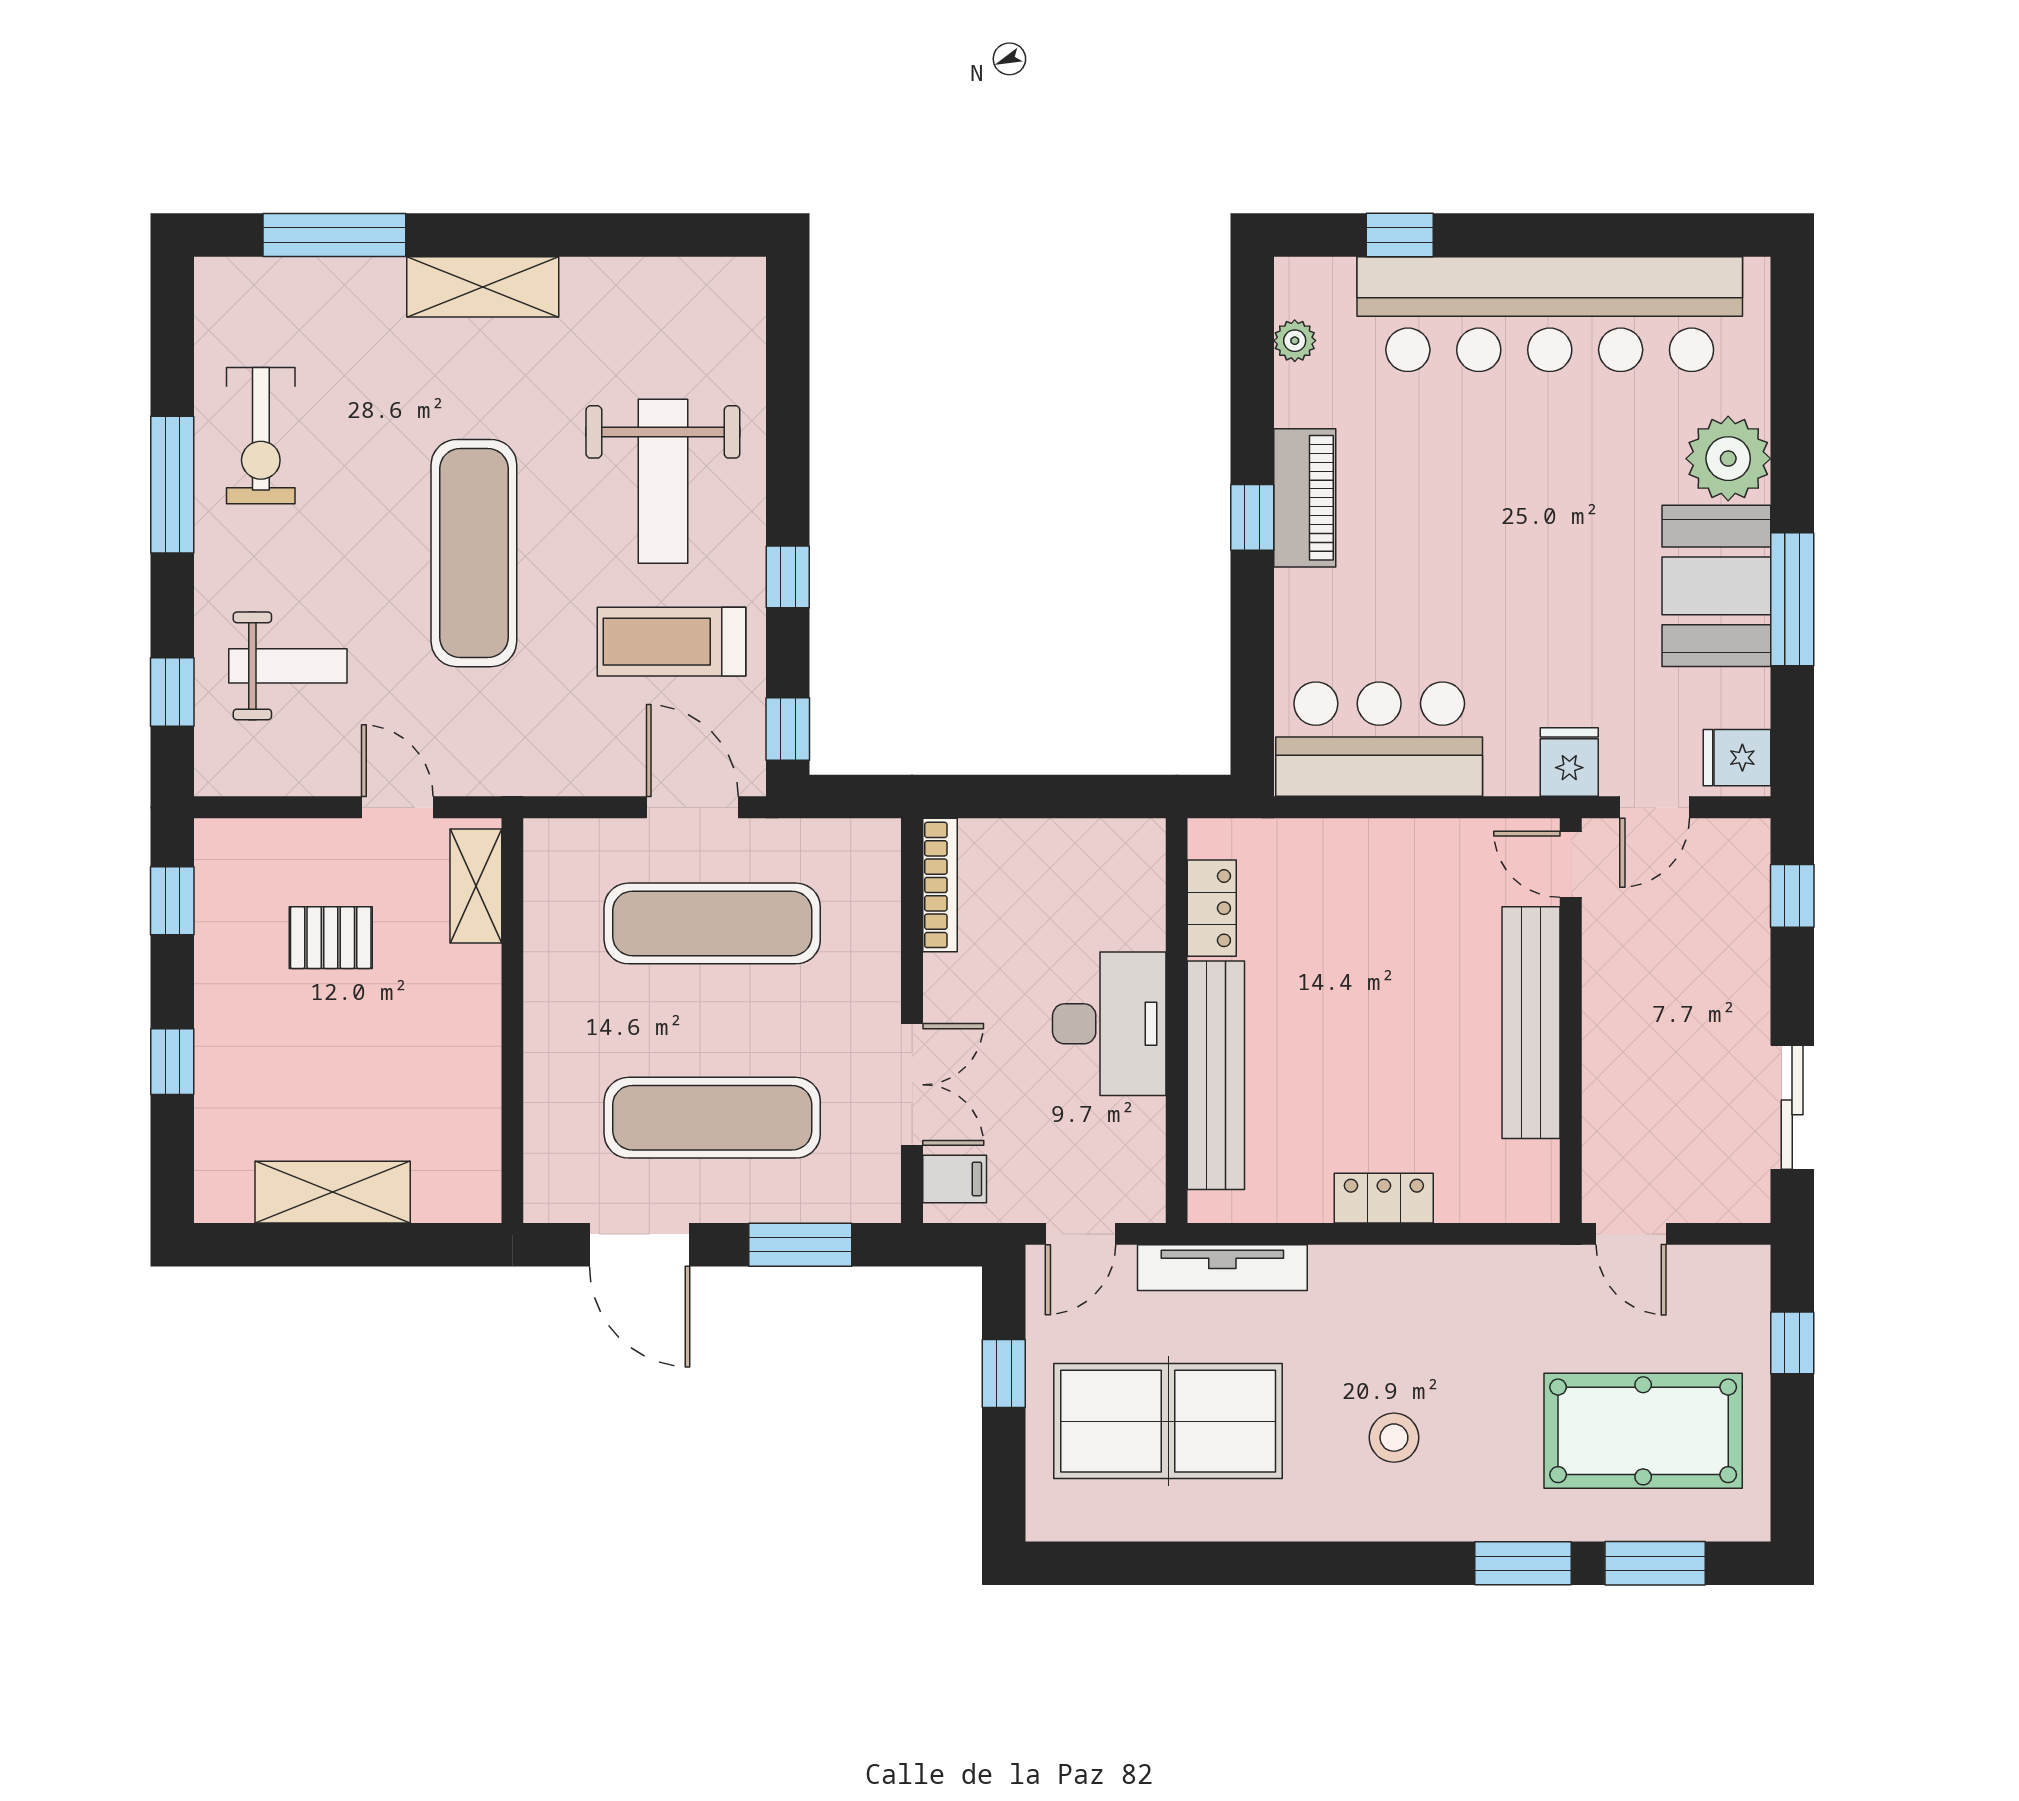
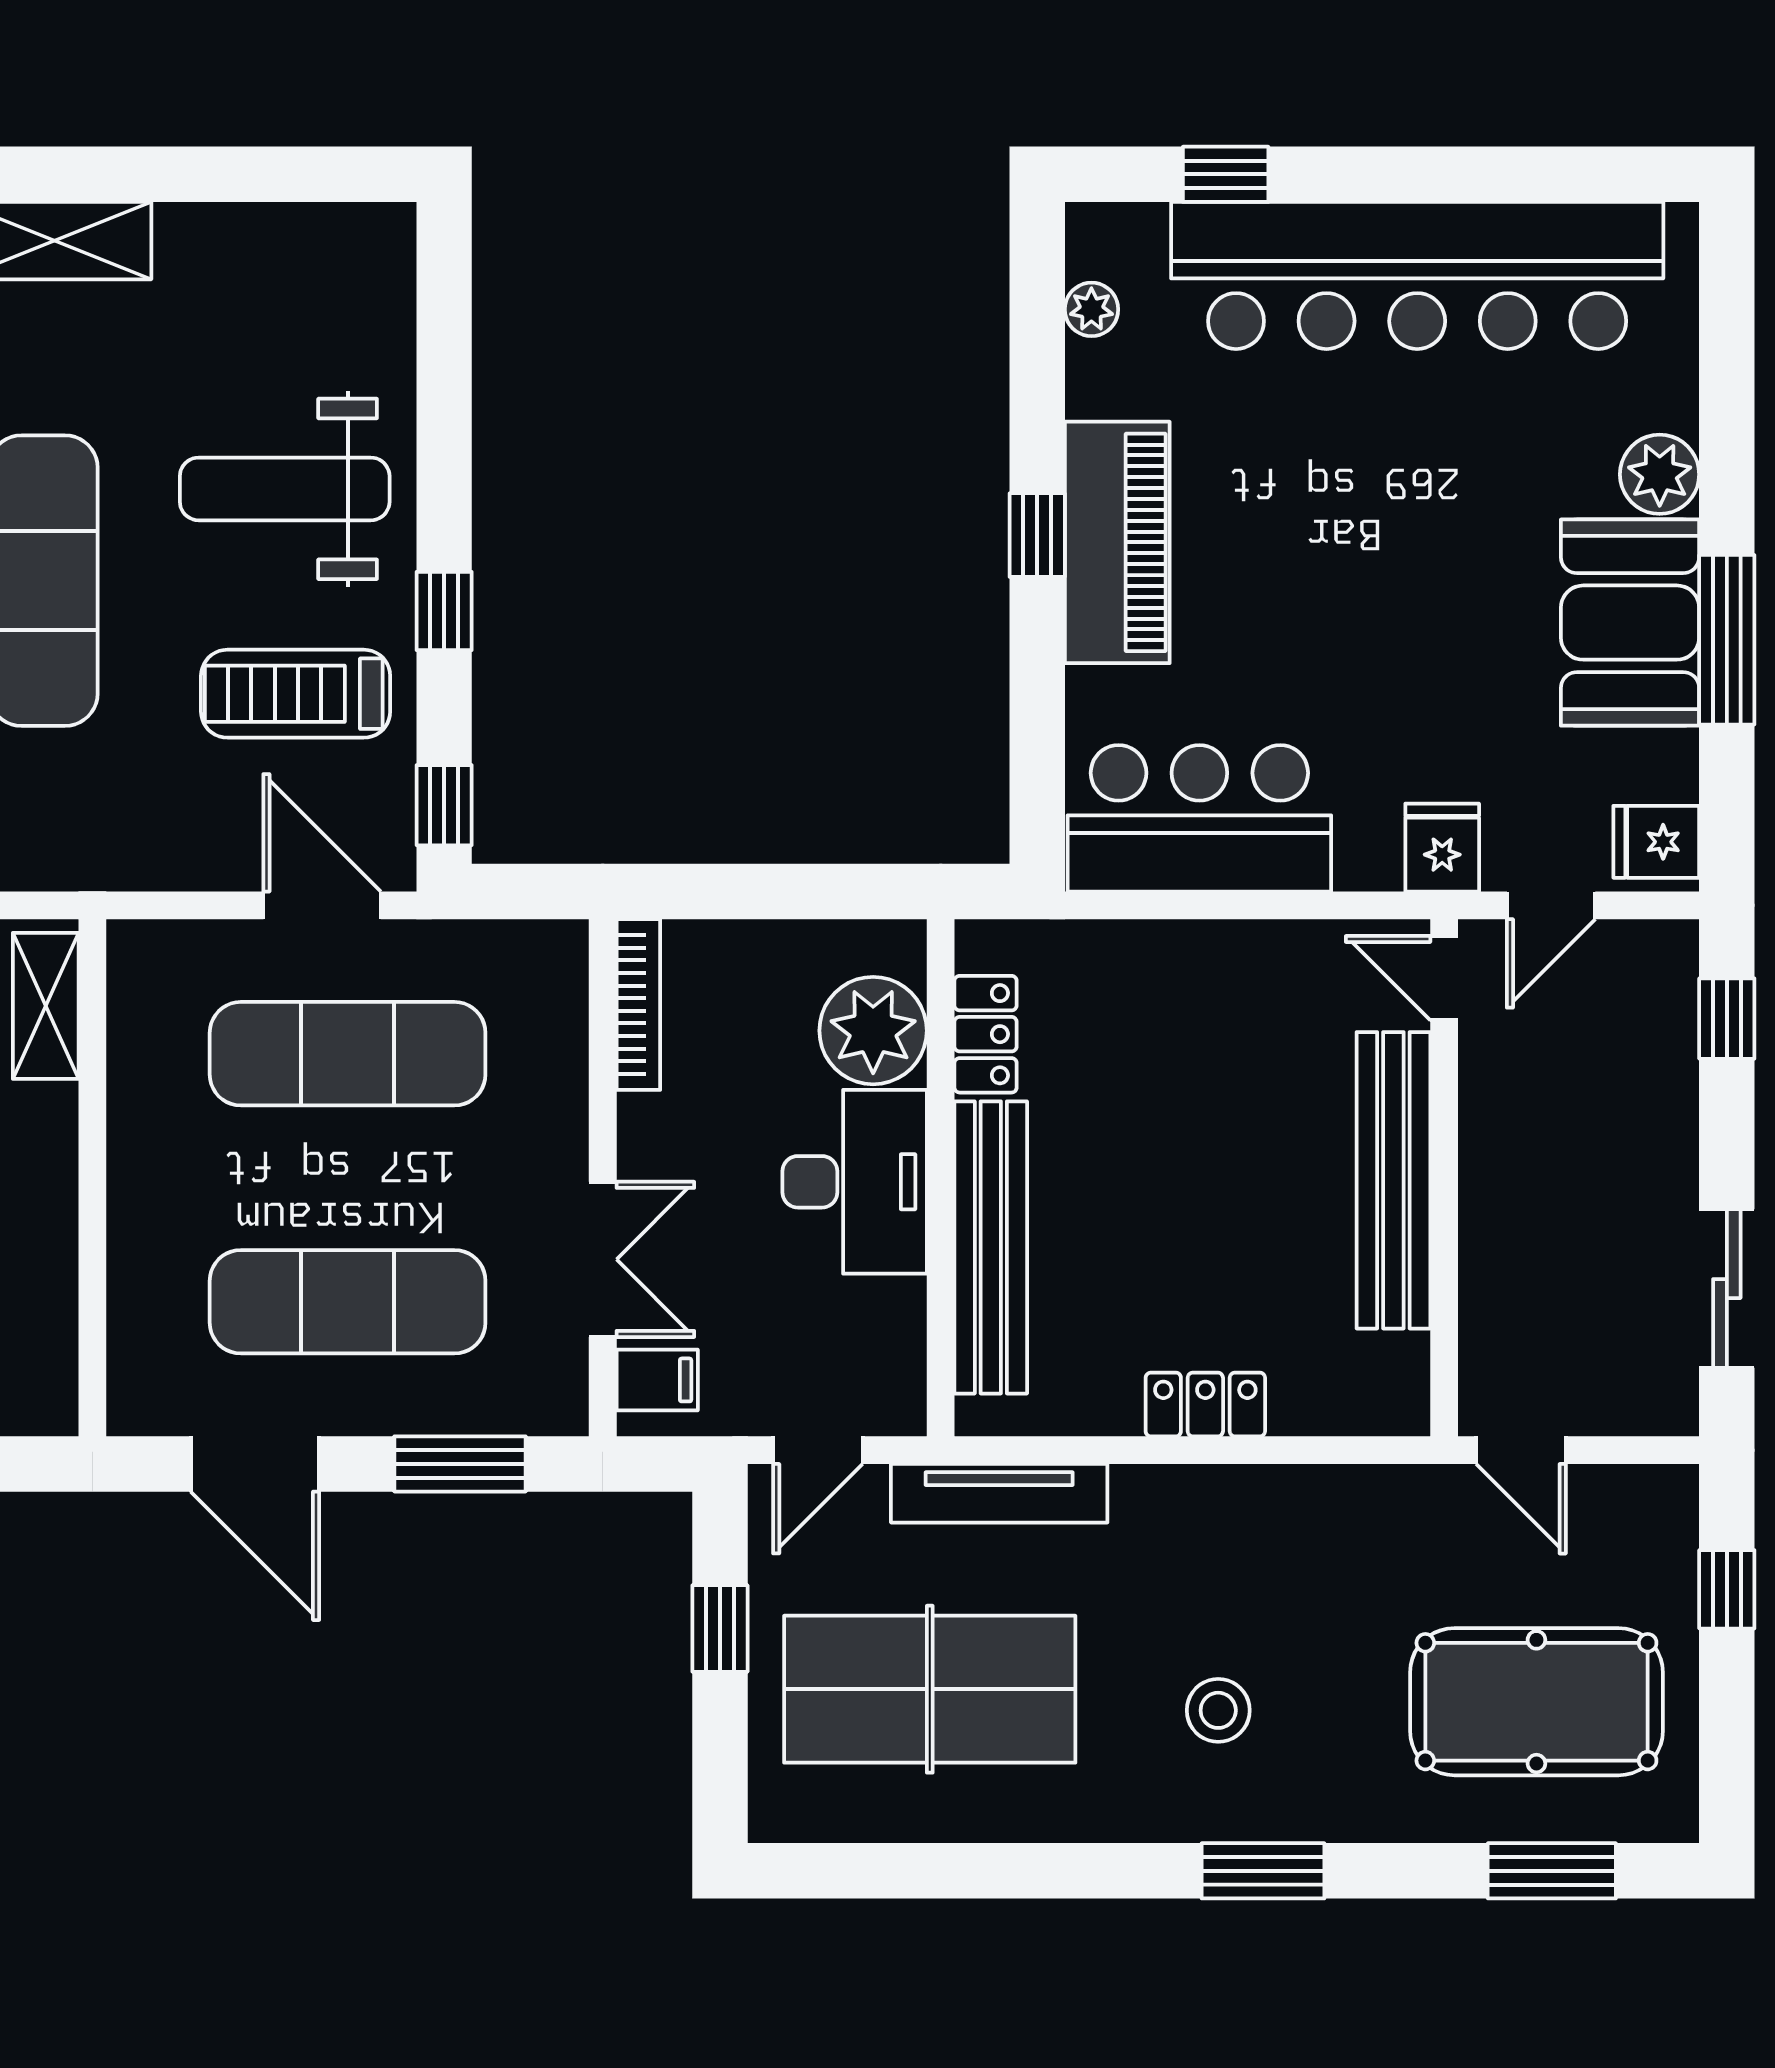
plant: (1728, 459) -> (1660, 474), width x0.73, depth x0.73
weight bench: (663, 481) -> (285, 489), turned 90
piano: (1305, 498) -> (1117, 542), width x1.37, depth x1.33
plant: (1124, 905) -> (873, 1031), added
window: (1523, 1563) -> (1263, 1871), moved

